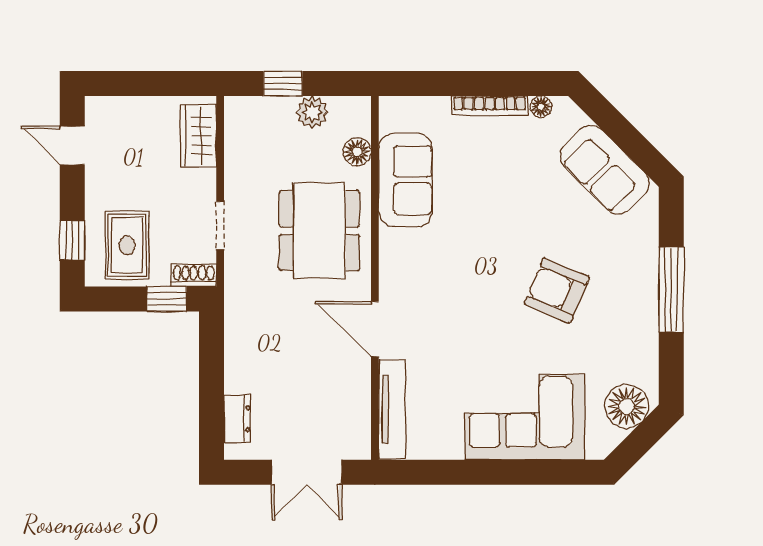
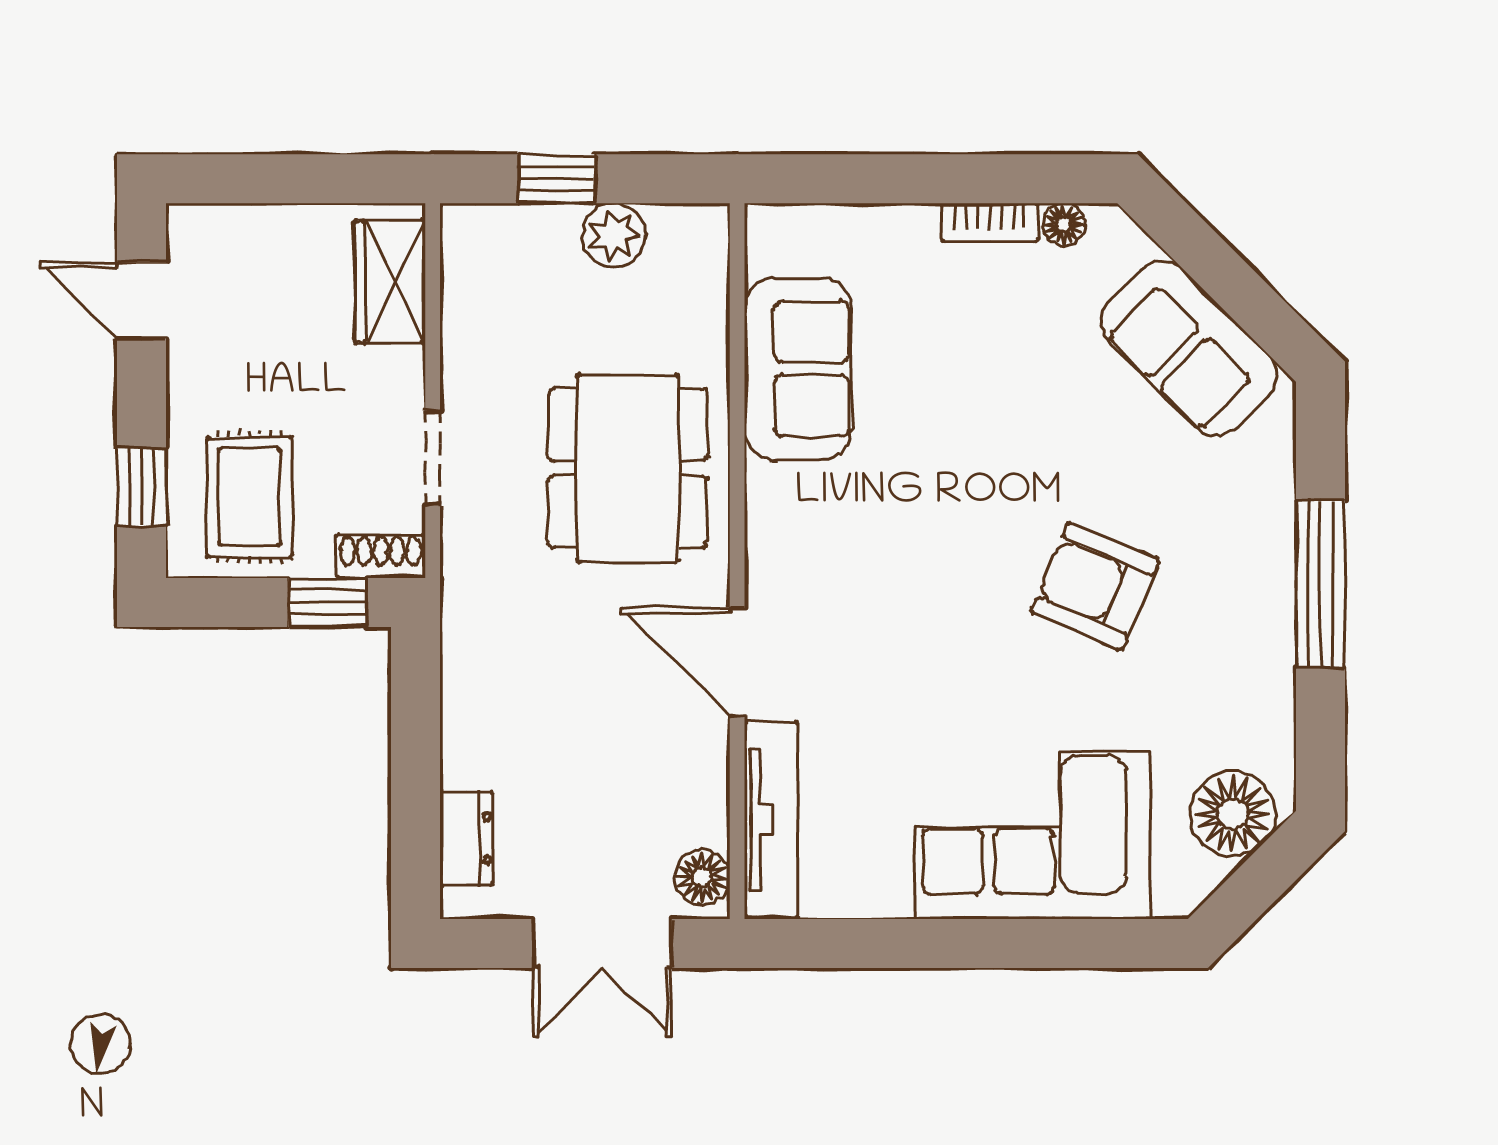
bookcase: (490, 106) -> (990, 222), width x0.64
floor lamp: (357, 152) -> (702, 877), moved

